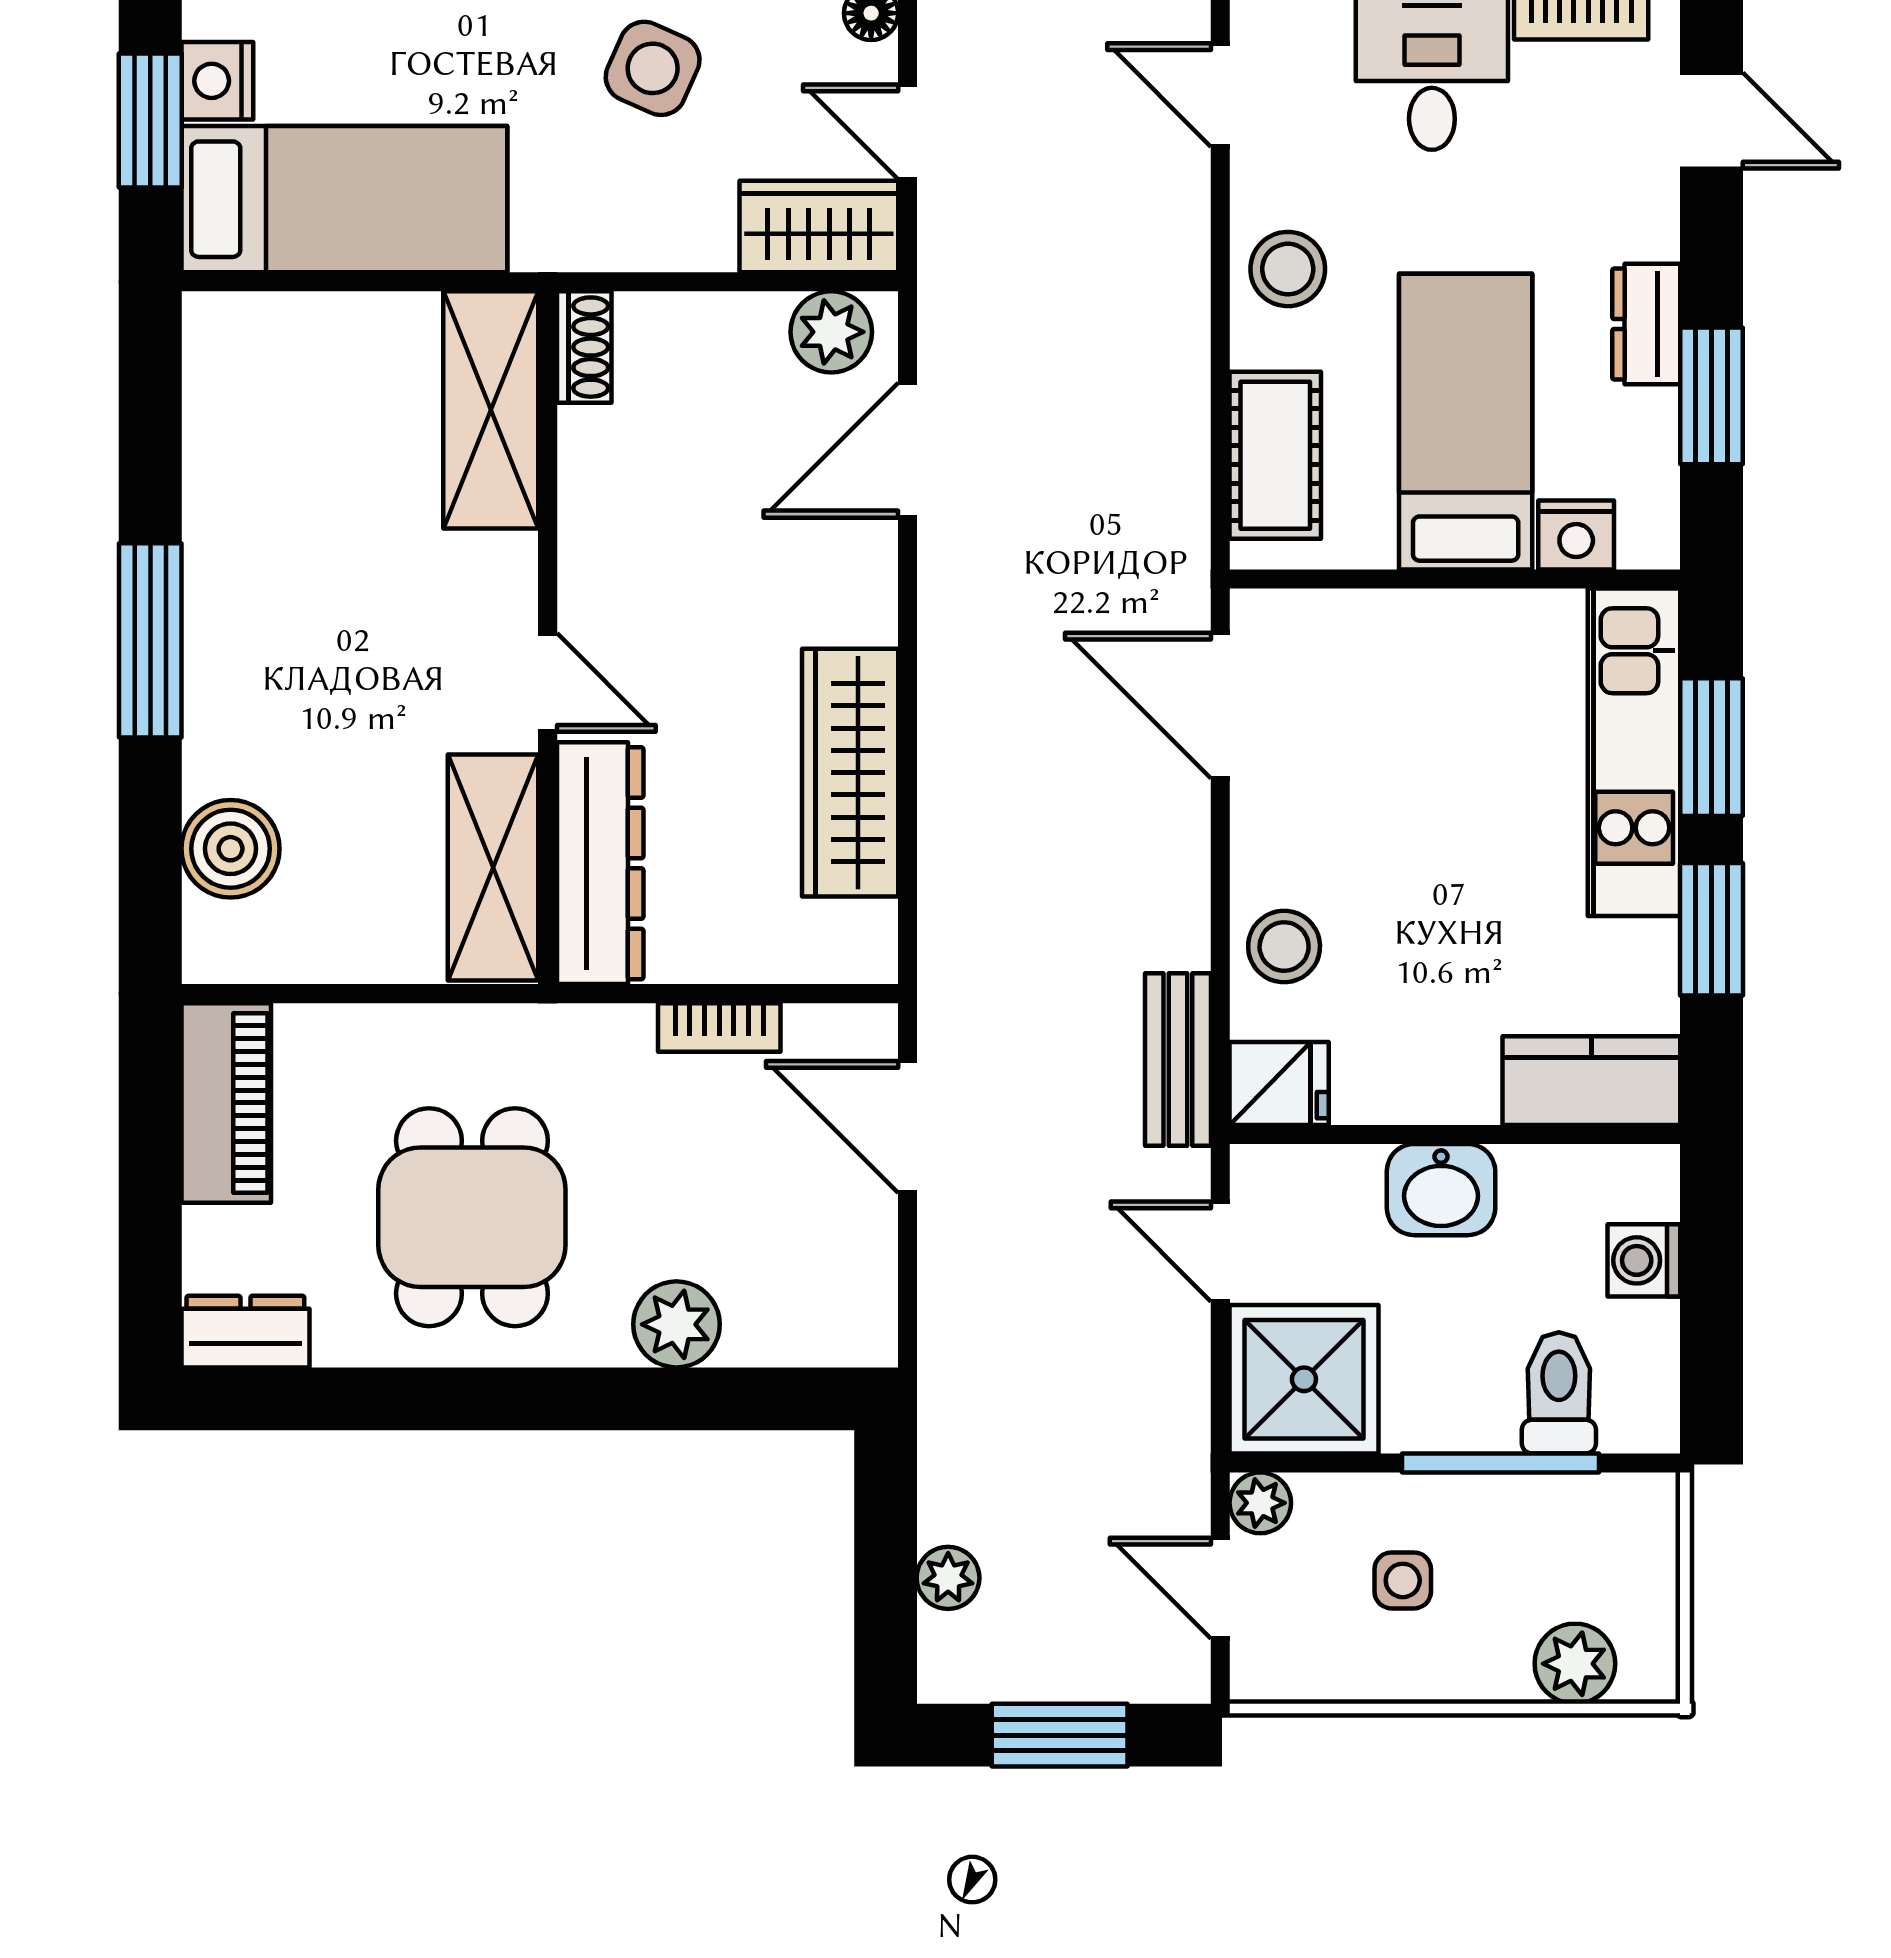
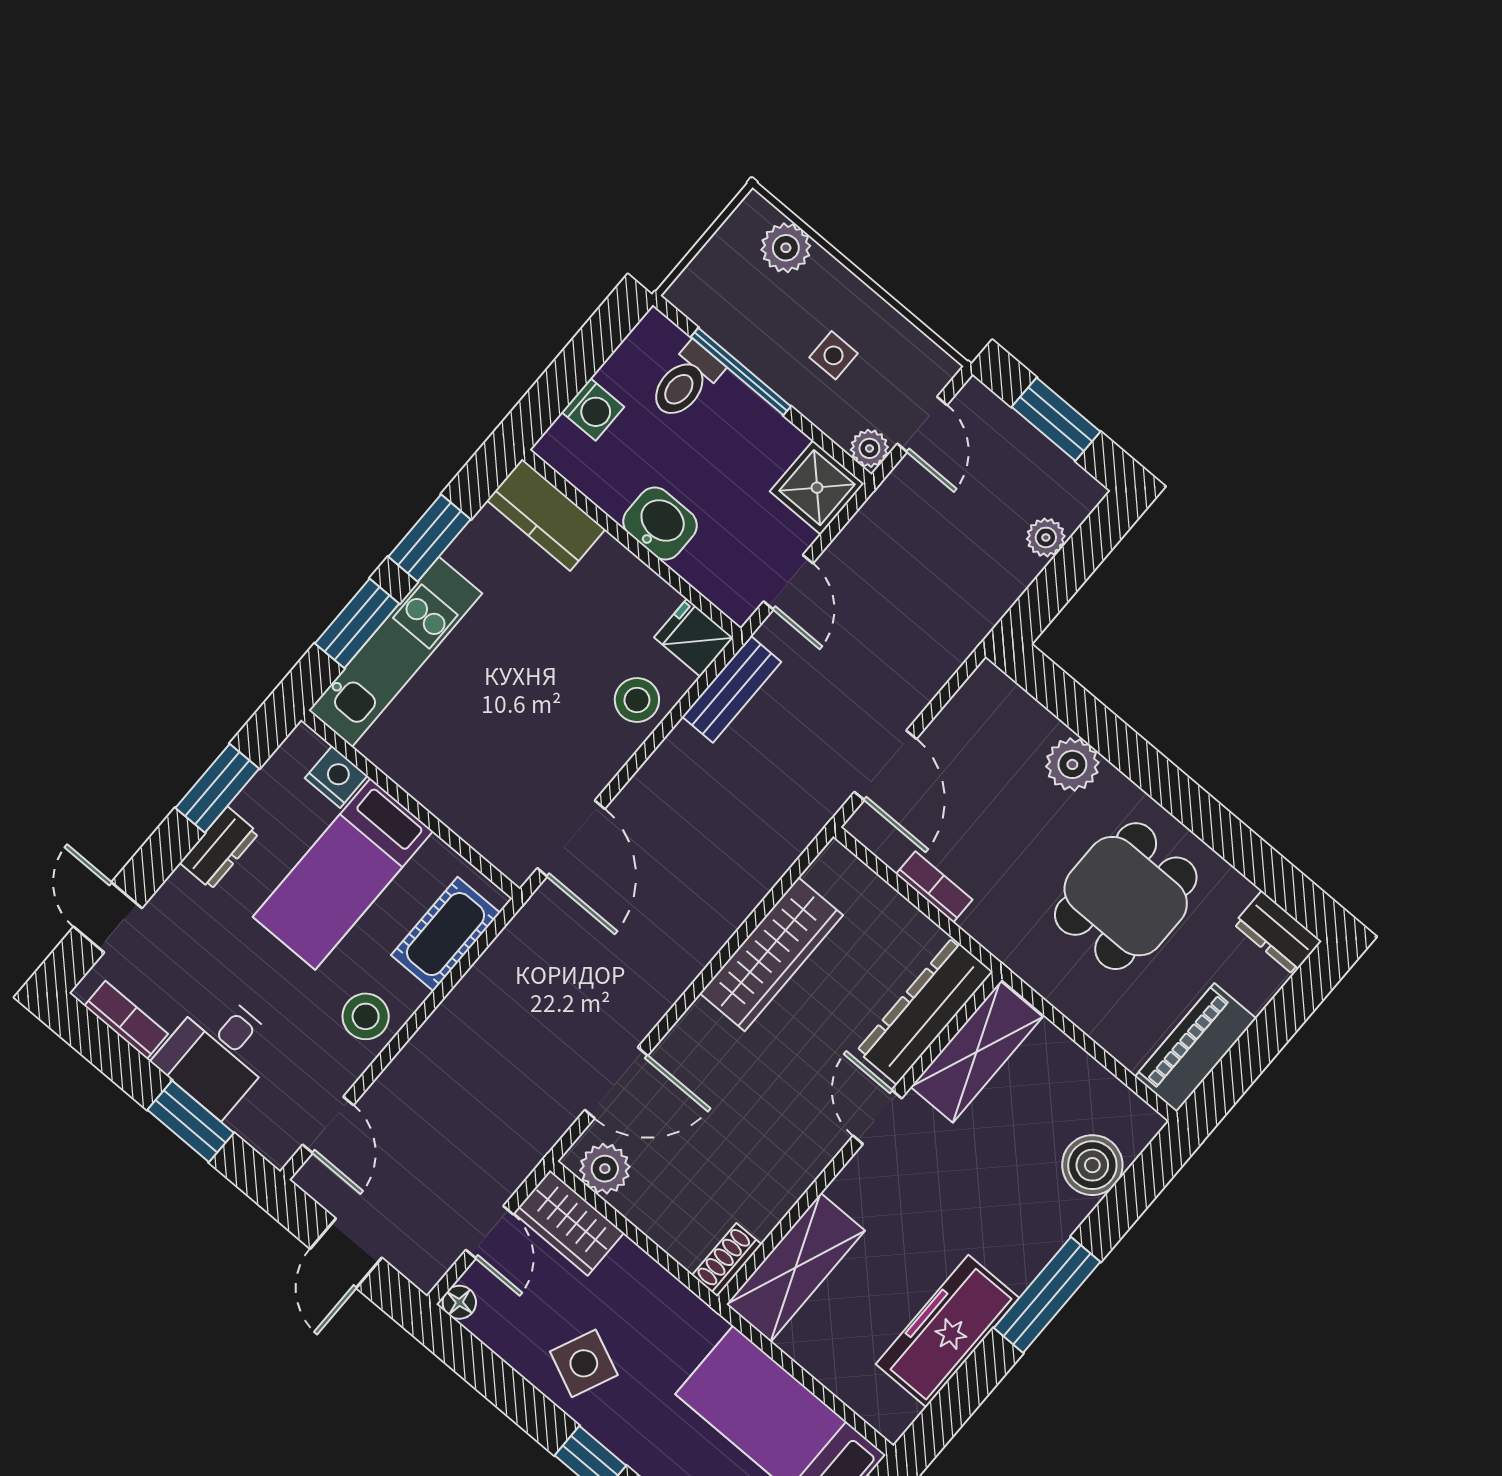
freezer: (236, 491) -> (947, 1331), added
shower: (1304, 1379) -> (817, 488), width x0.73, depth x0.73

